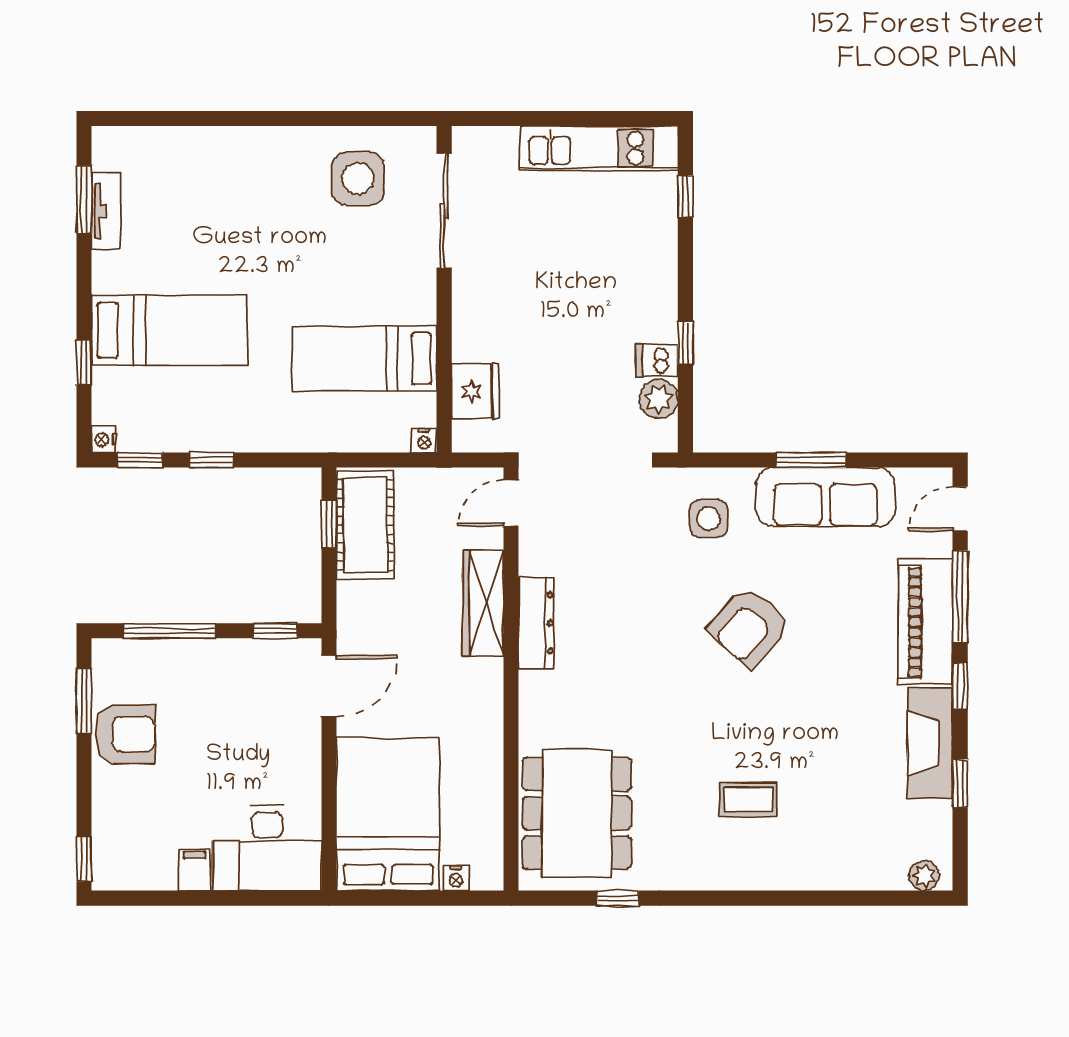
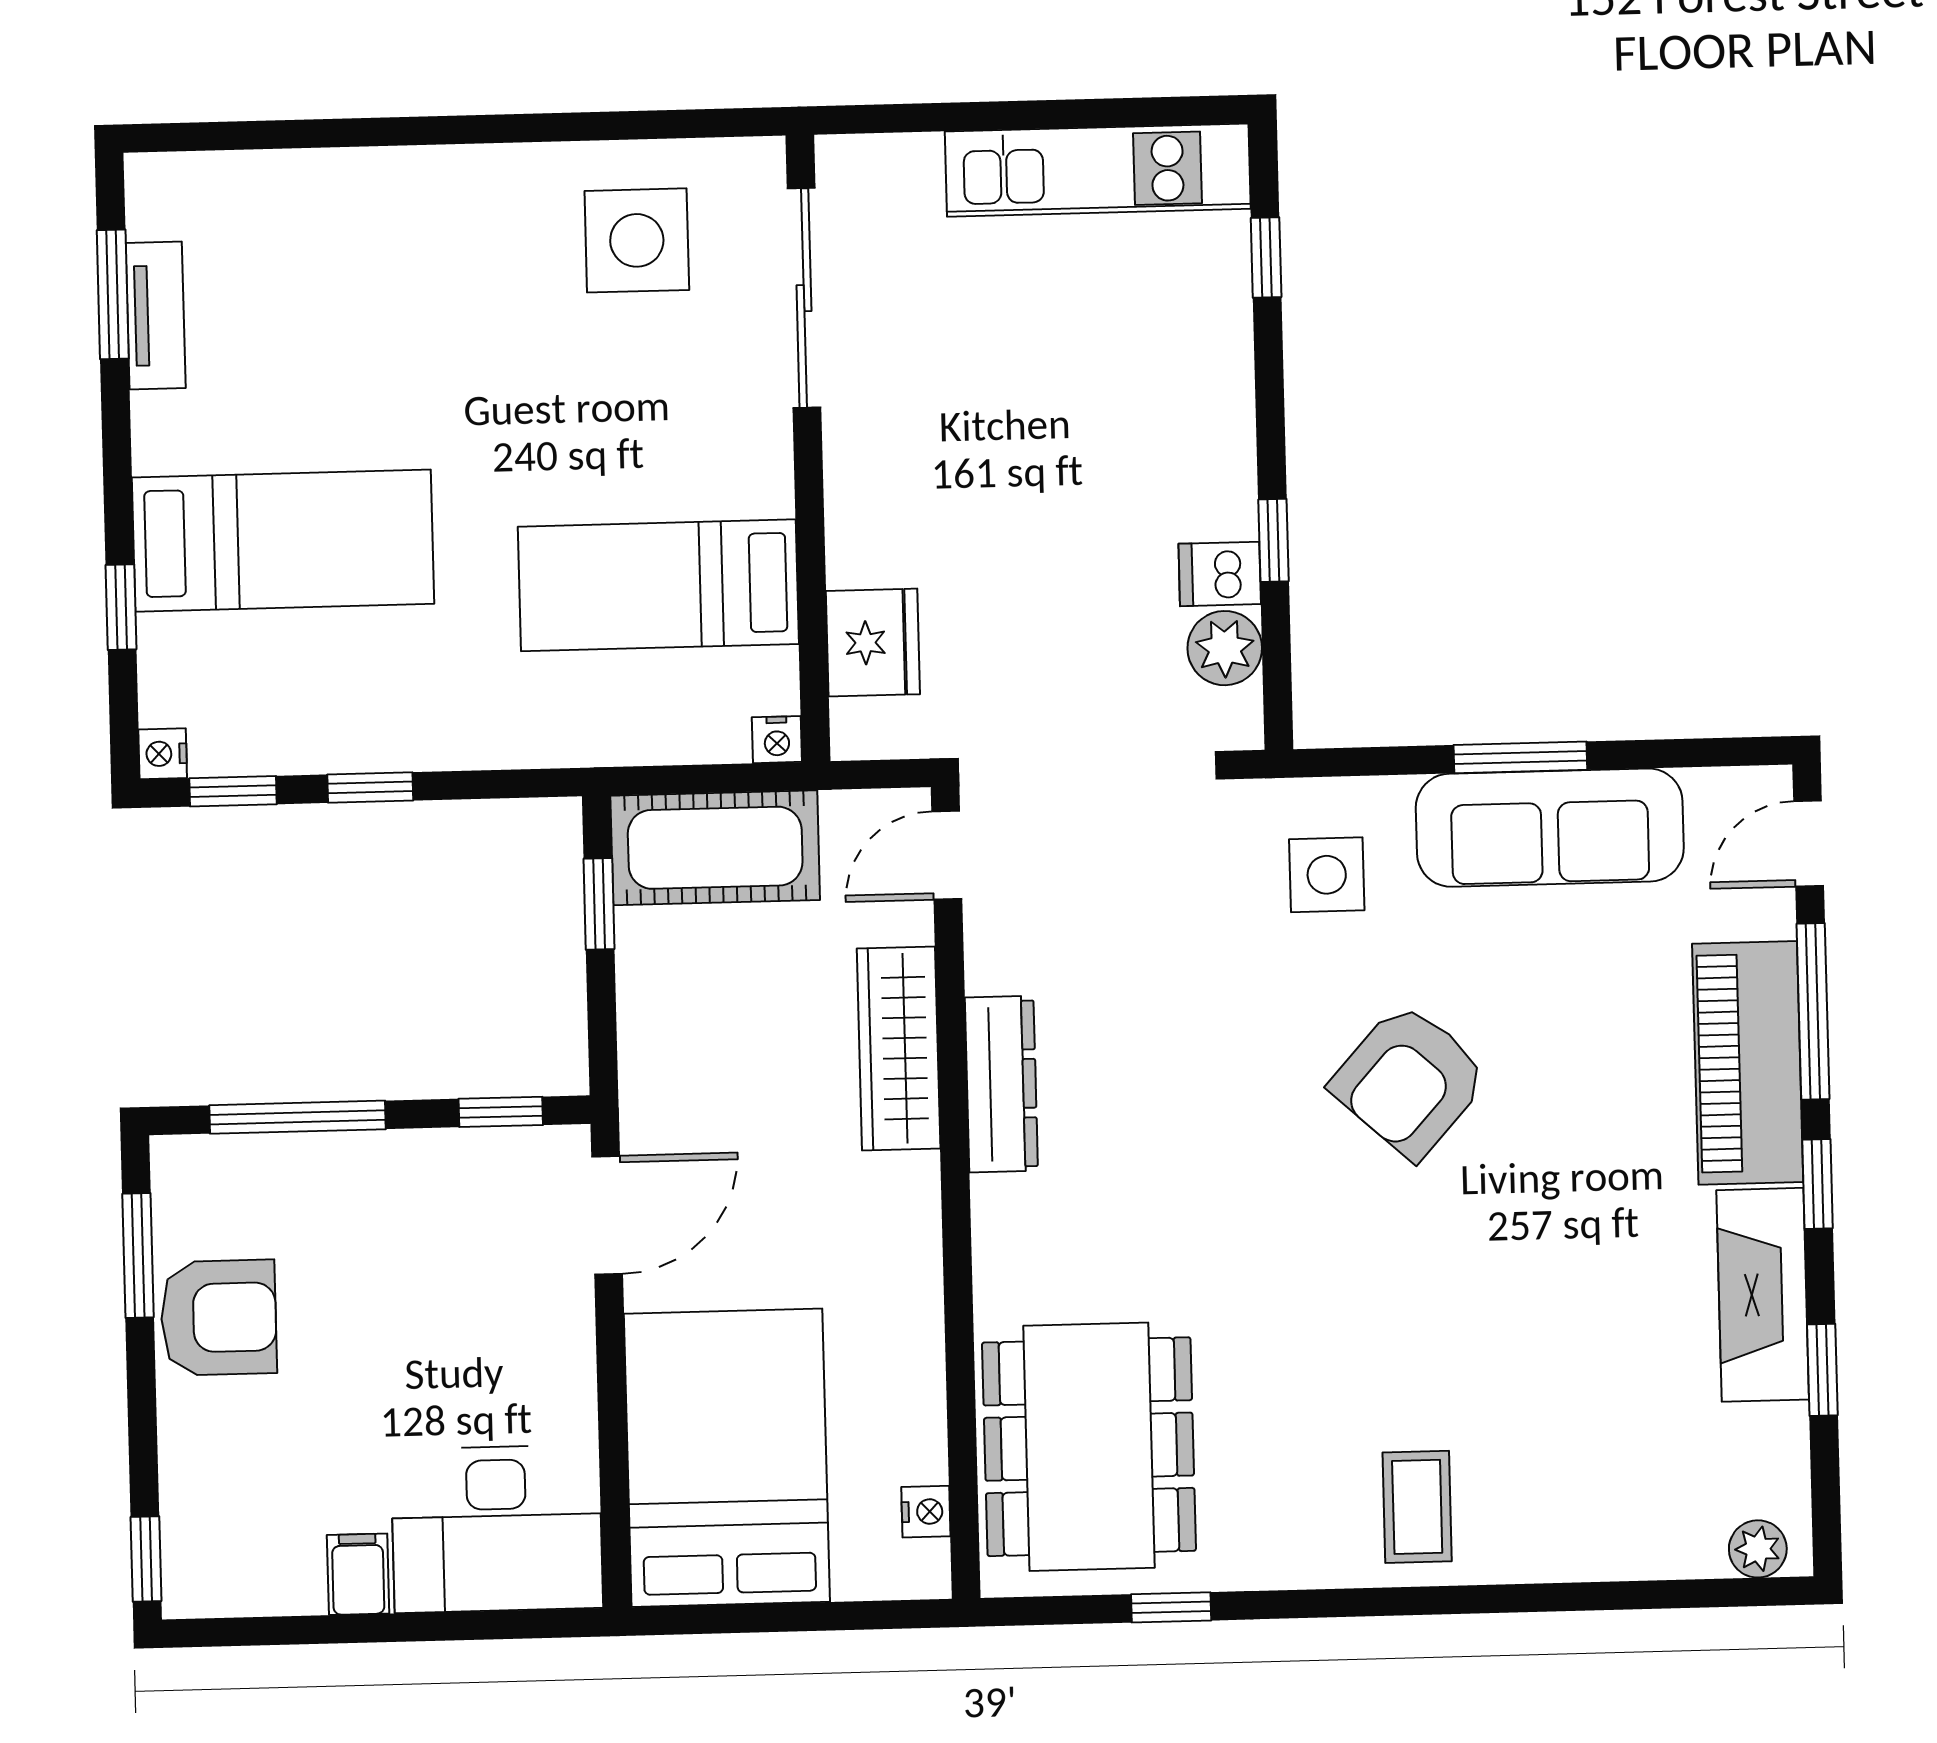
cot: (365, 525) -> (715, 848), moved, turned 90
coffee table: (748, 799) -> (1417, 1507), moved, turned 90
nightstand: (456, 878) -> (926, 1512), moved, turned -90

